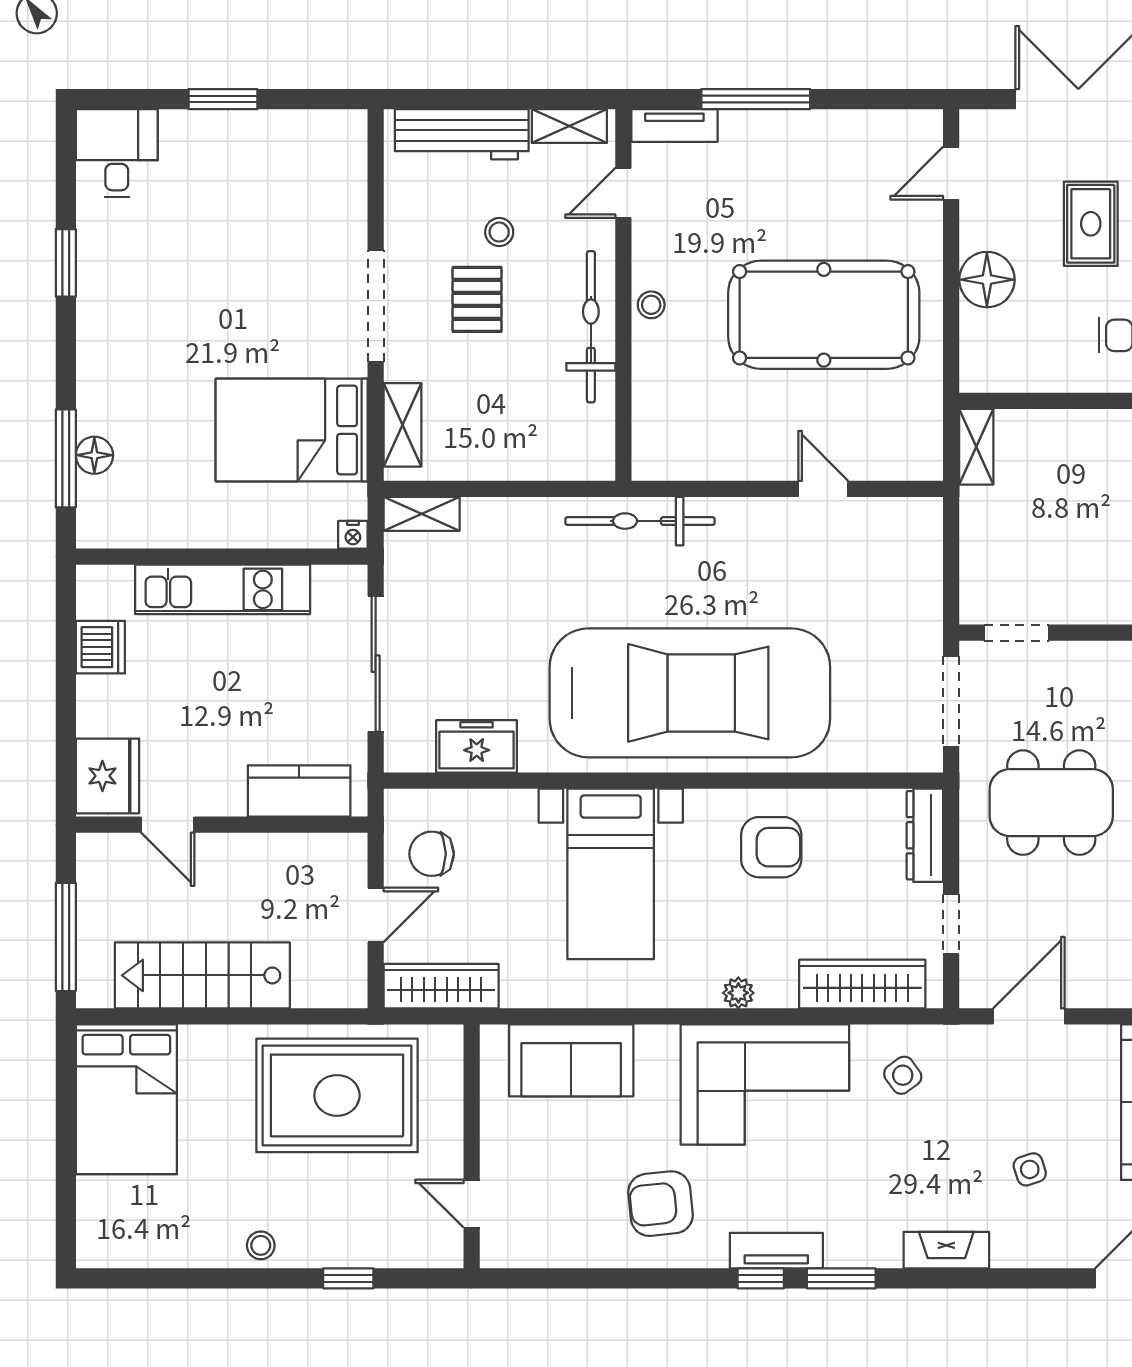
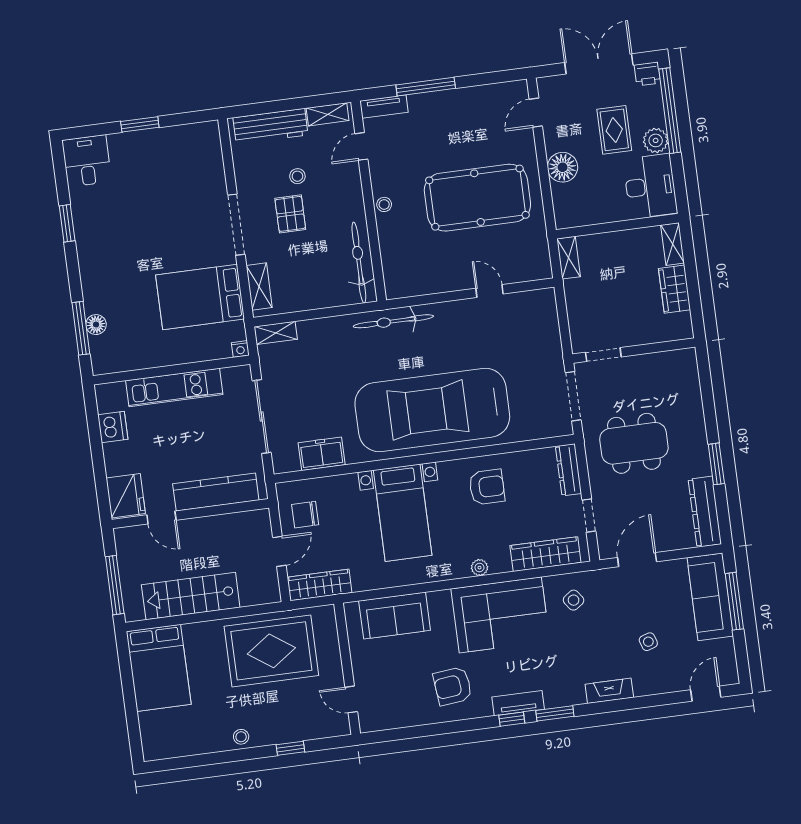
bicycle: (591, 327) -> (359, 263), moved
car: (690, 693) -> (432, 410), turned 180
kitchen counter: (299, 791) -> (216, 492), width x1.50

